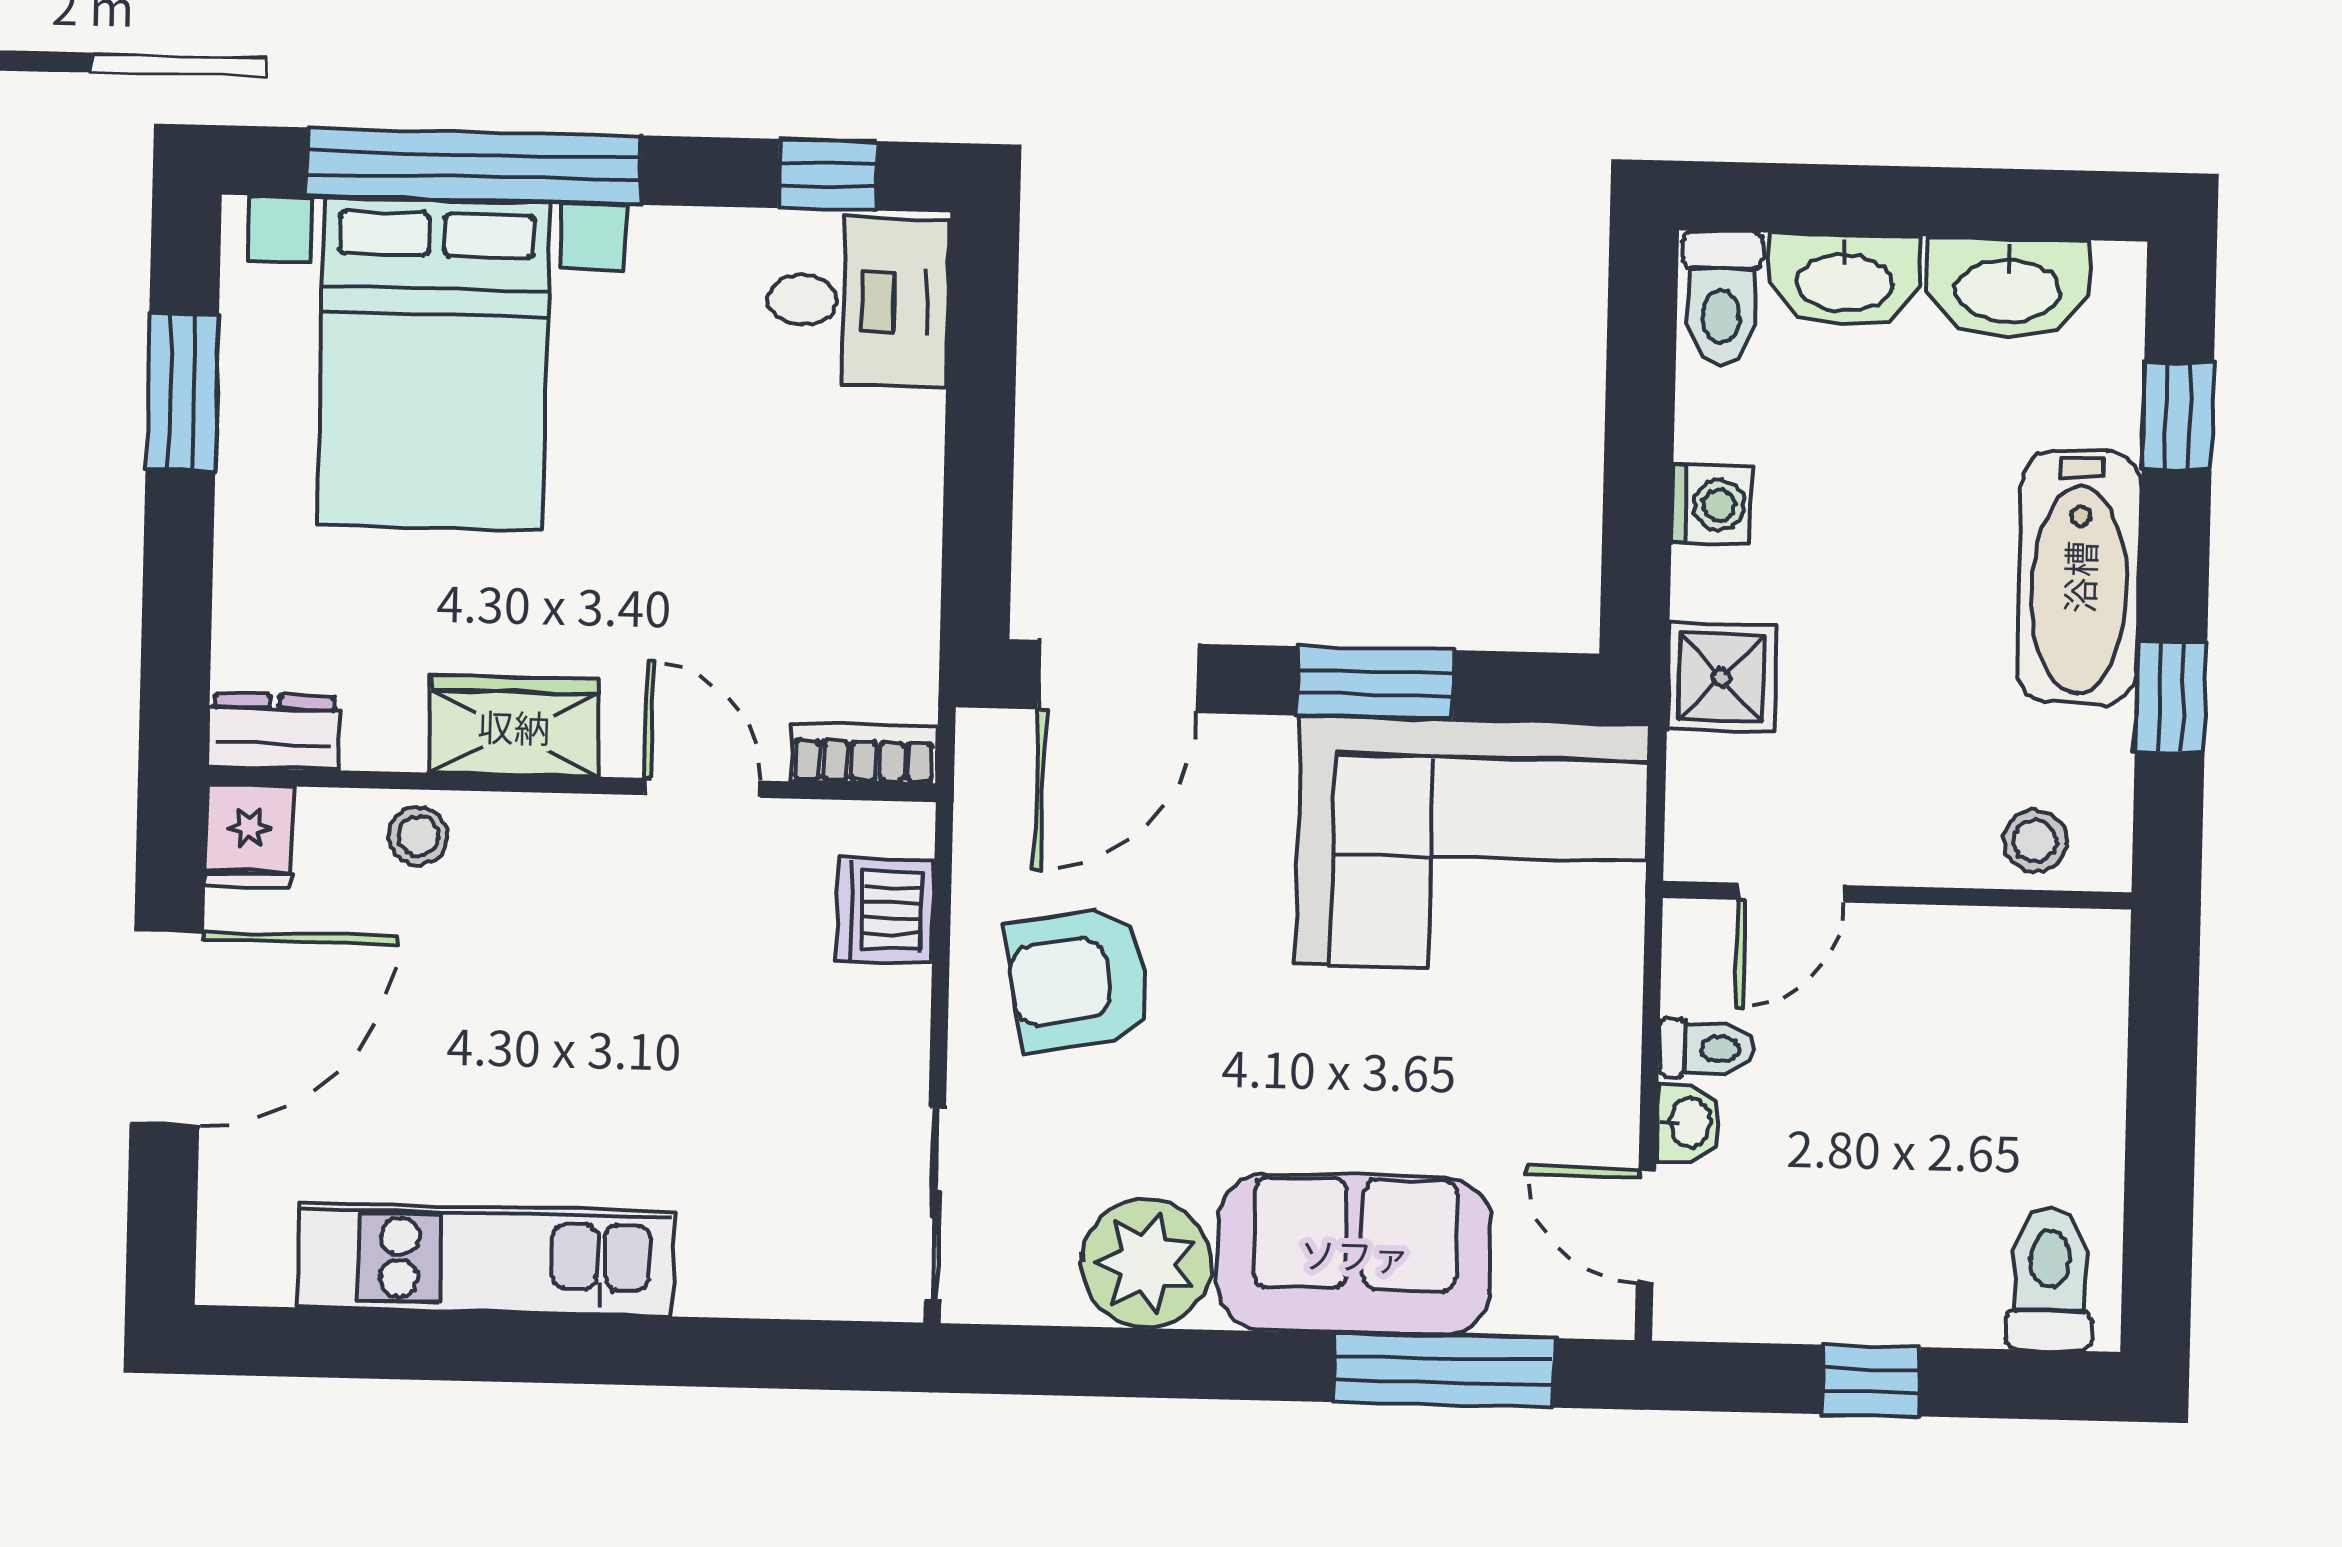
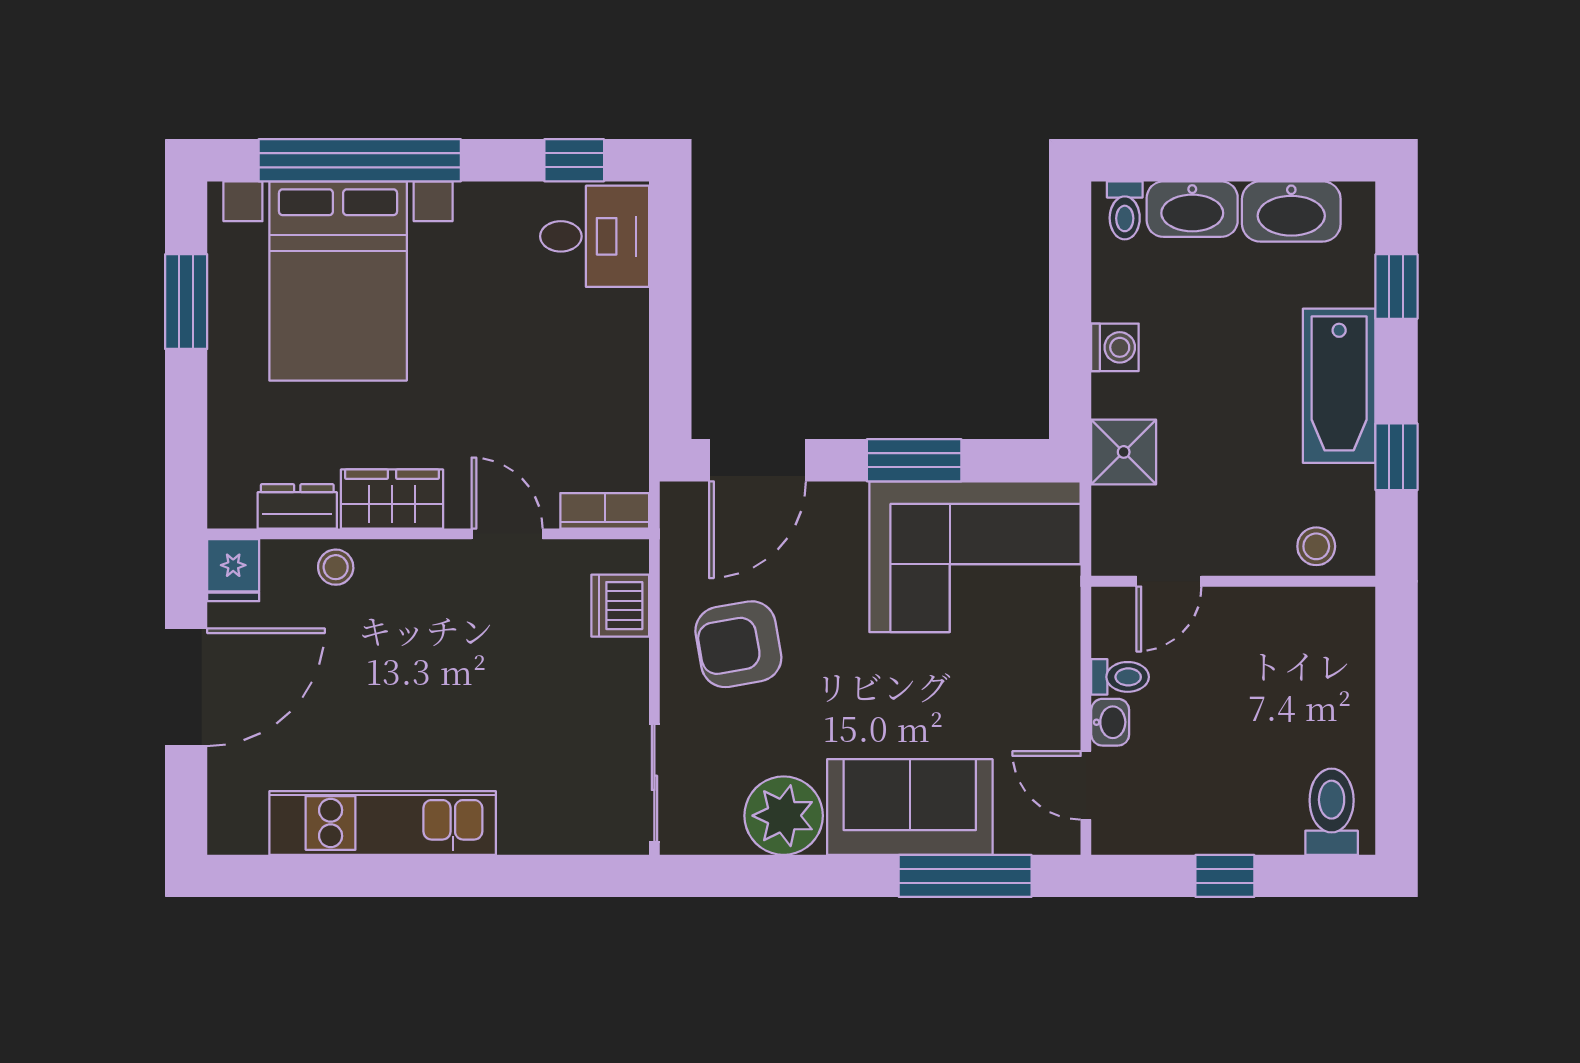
toilet: (1722, 298) -> (1125, 210), width x0.73, depth x0.72
dresser: (274, 732) -> (297, 506), moved

